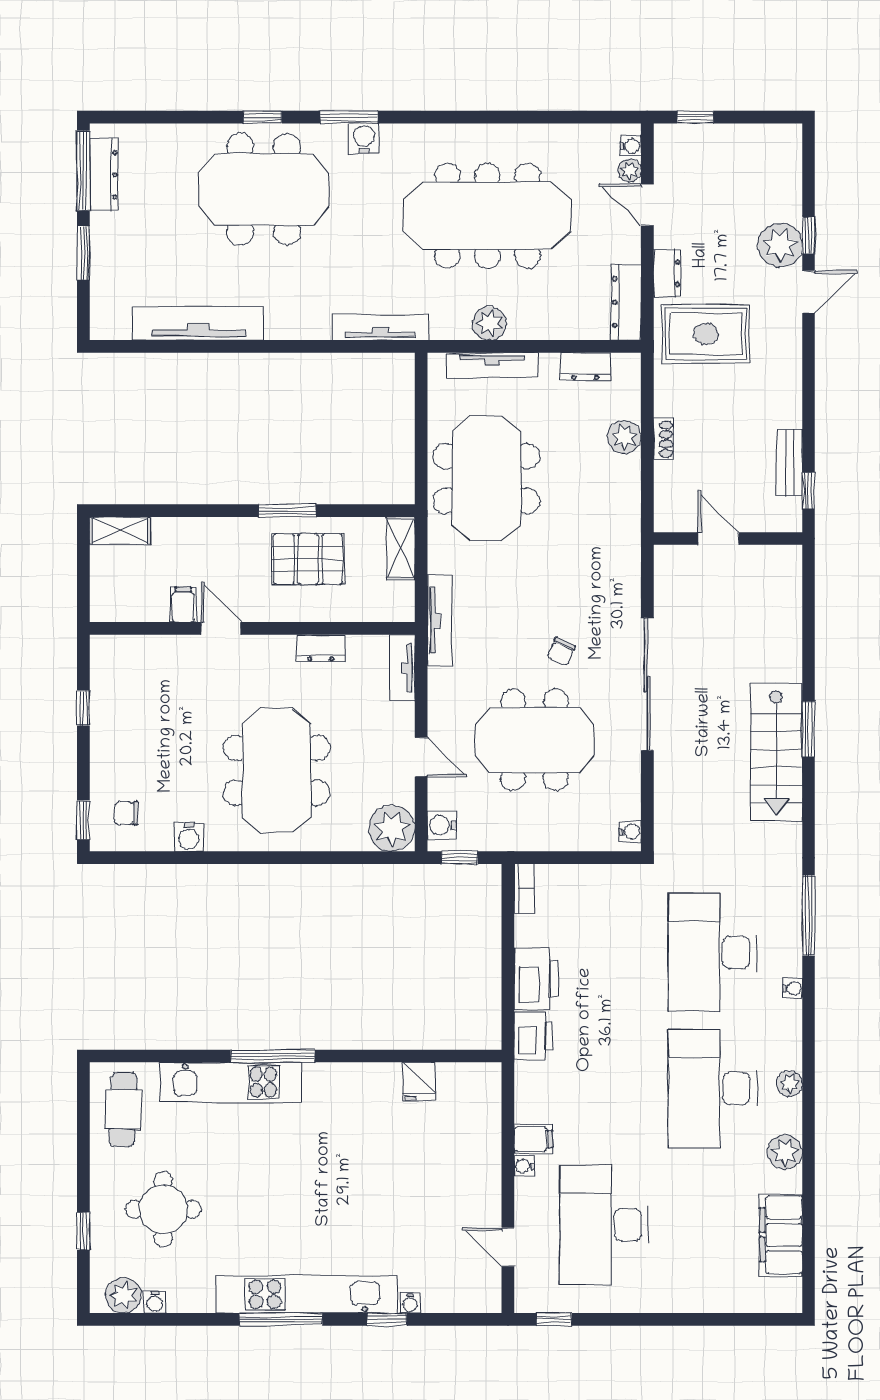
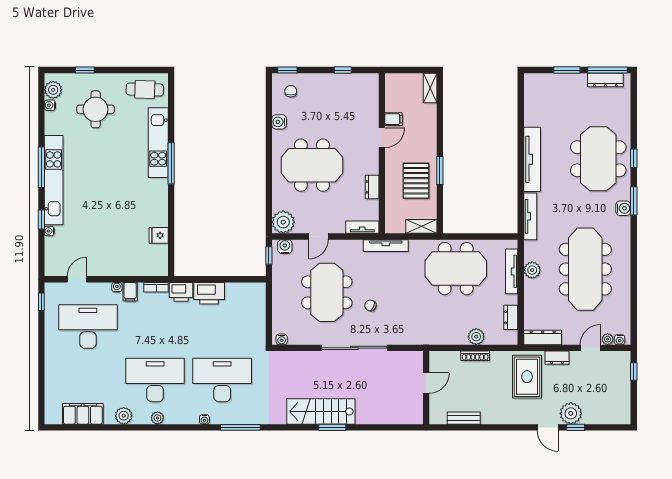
tv unit: (198, 323) -> (532, 159), moved
shoe rack: (663, 439) -> (475, 356), width x1.43
window: (808, 491) -> (450, 427), removed
bookcase: (524, 889) -> (156, 287), moved

